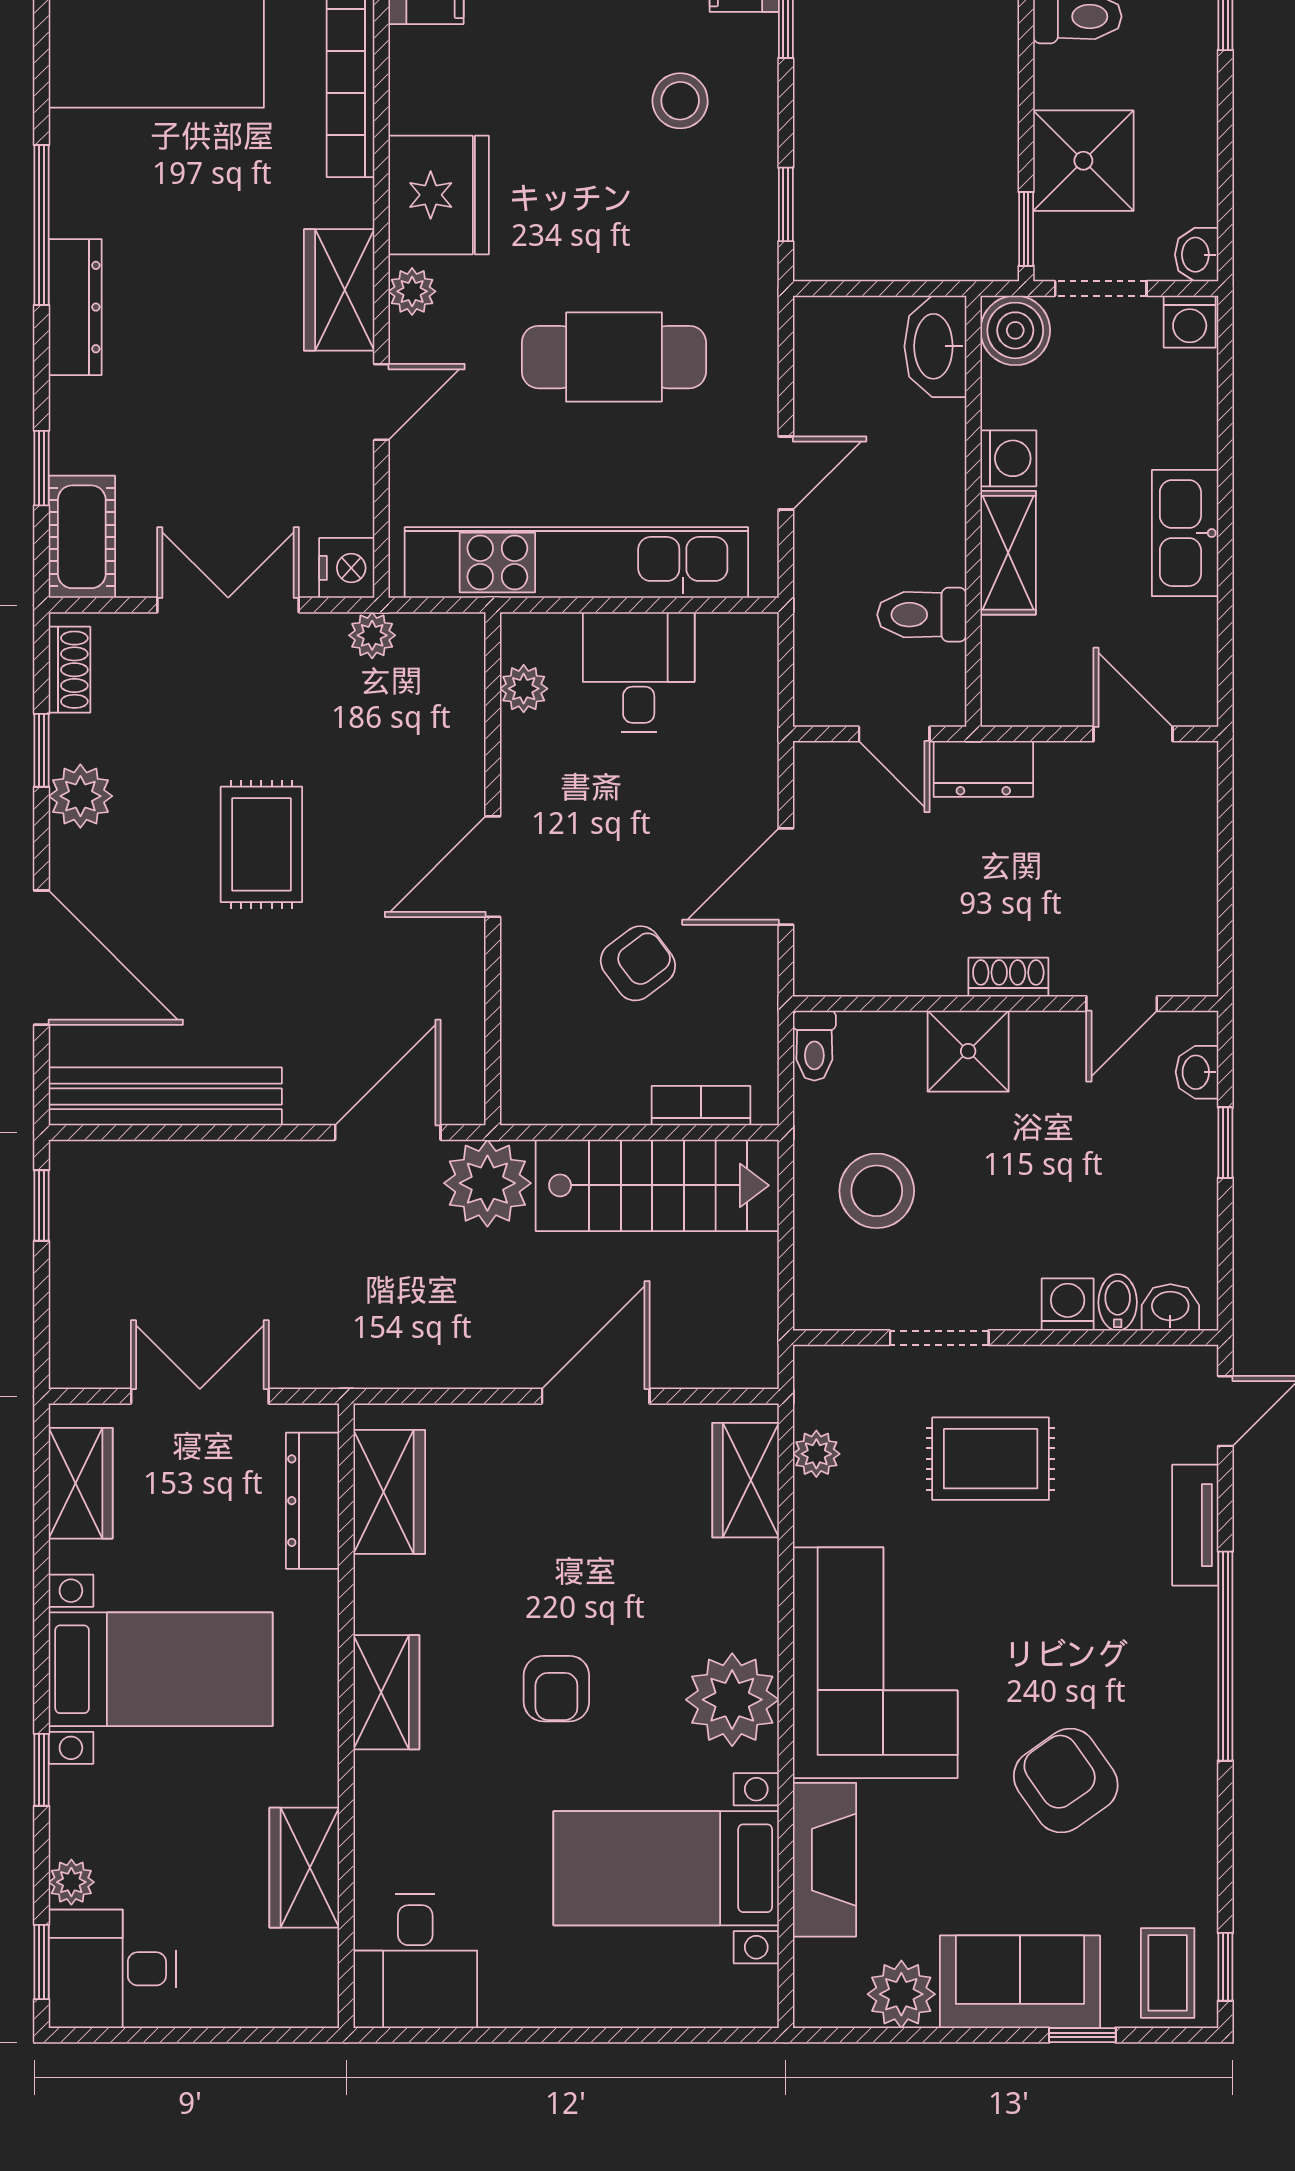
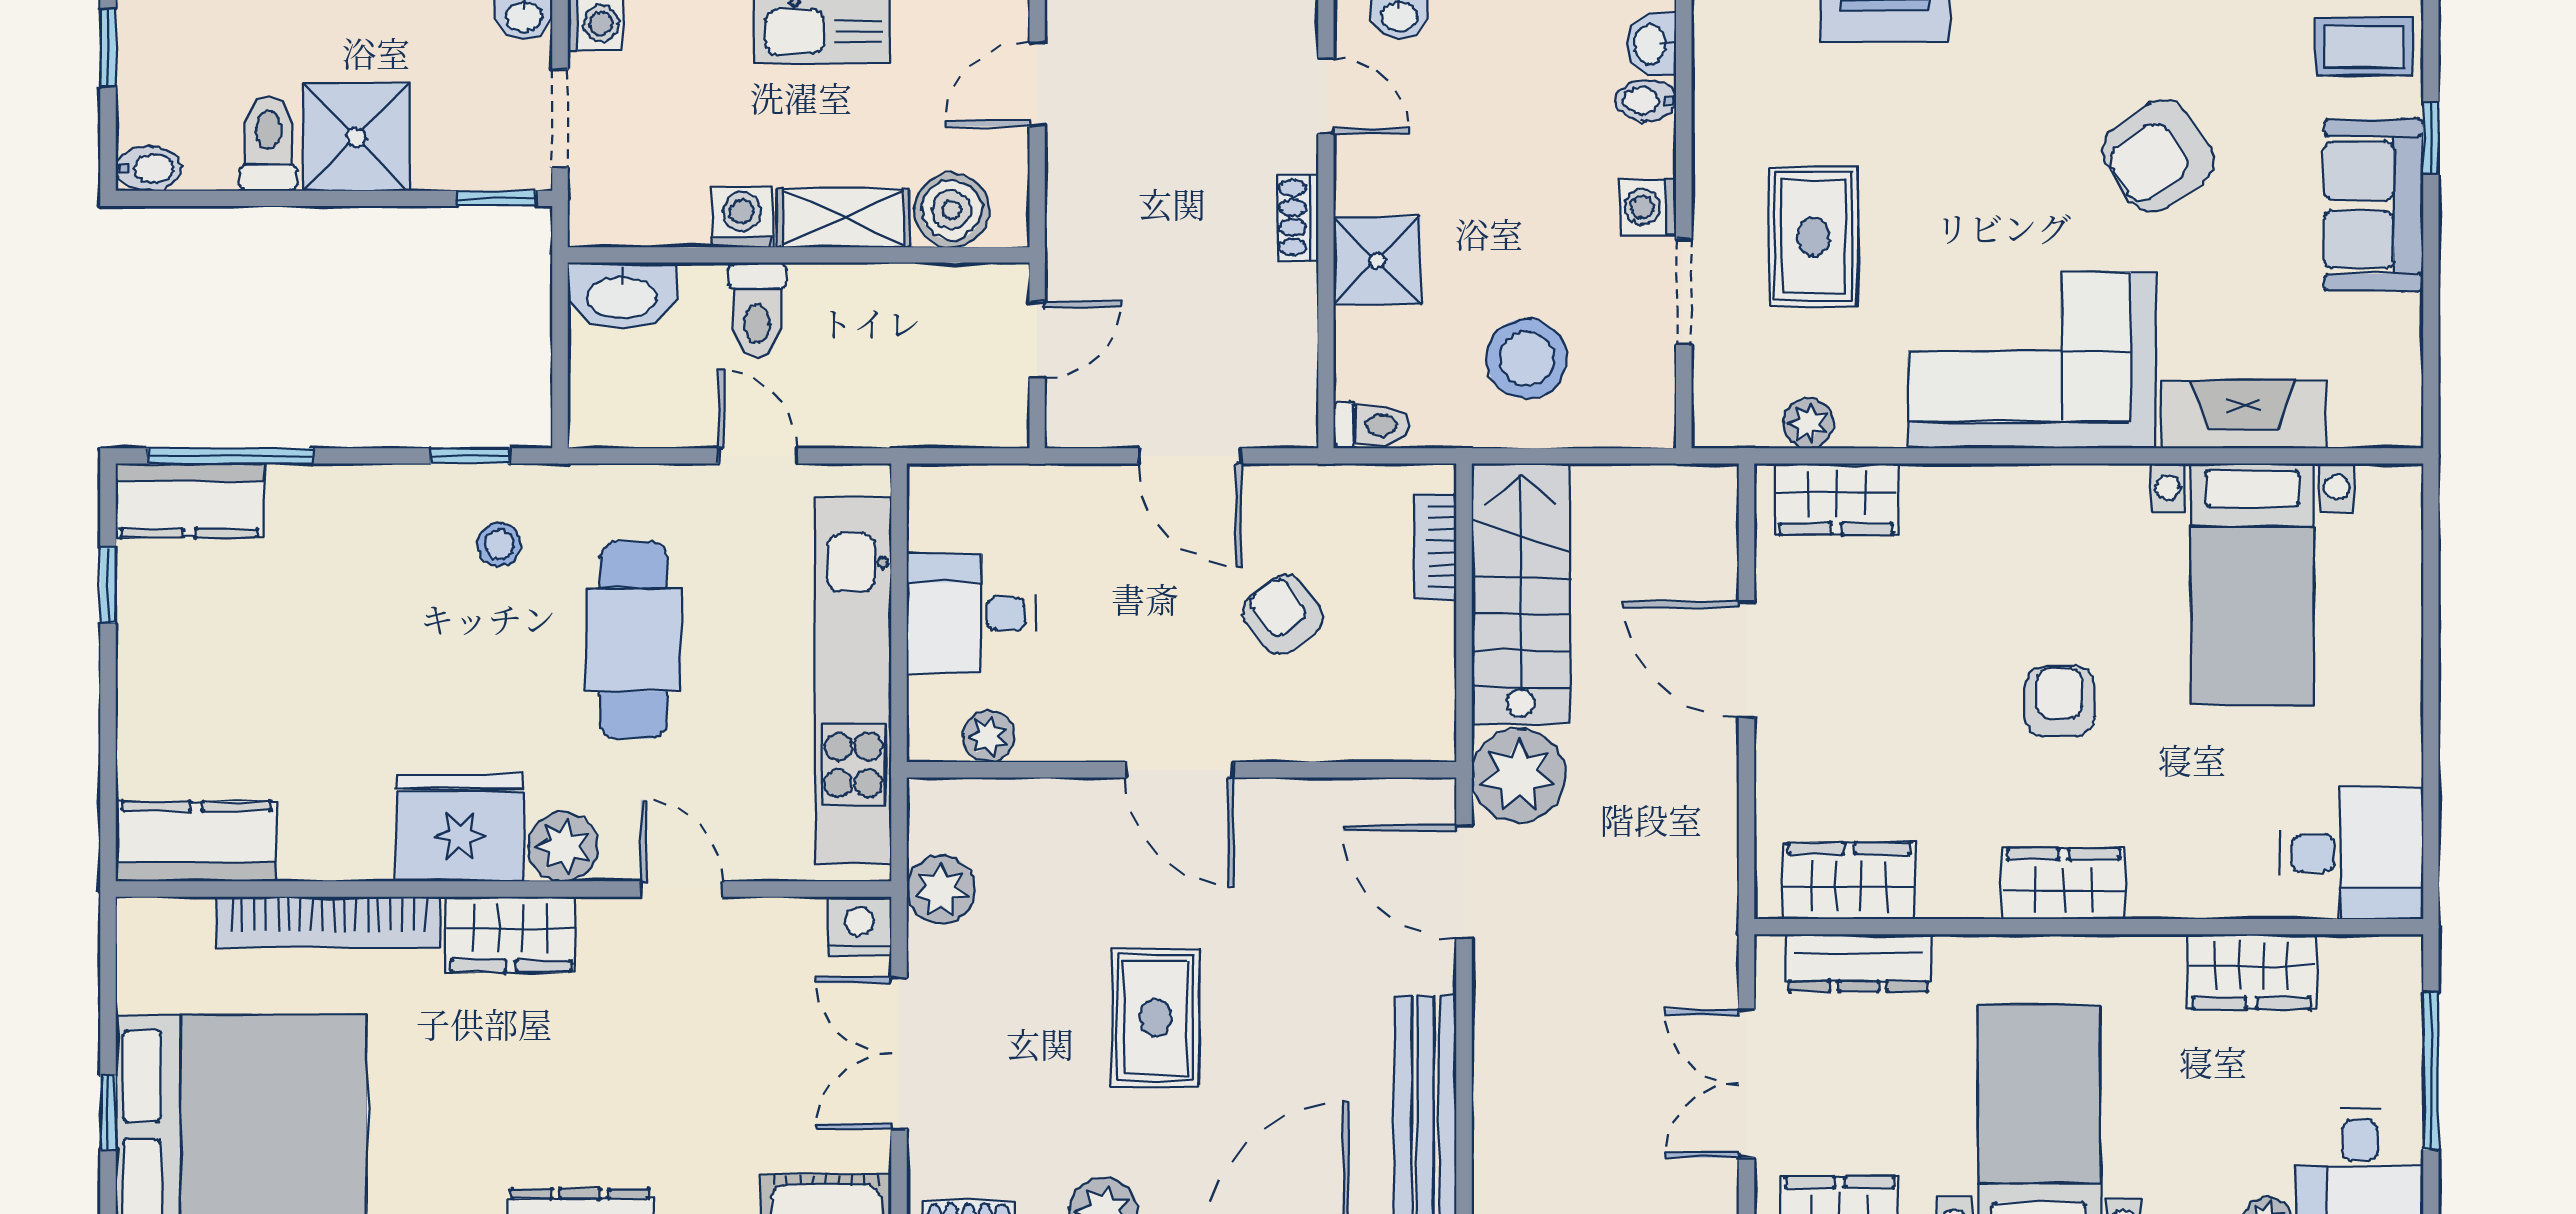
stool: (680, 101) -> (499, 544), moved, width x0.73, depth x0.73
shower: (1083, 161) -> (356, 137), moved
wardrobe: (339, 290) -> (511, 934), moved
plant: (412, 291) -> (563, 847), width x1.38, depth x1.38
boiler: (1015, 330) -> (951, 210), moved
toilet: (922, 615) -> (757, 310), moved
plant: (372, 635) -> (941, 890), width x1.38, depth x1.38
dresser: (983, 769) -> (1075, 244), removed
rug: (261, 844) -> (1155, 1018), turned 90
washing machine: (1068, 1304) -> (1648, 207), moved
armchair: (556, 1689) -> (2060, 702), turned -90
plant: (732, 1700) -> (2072, 513), removed
plant: (901, 1994) -> (2387, 332), removed
window: (211, 2035) -> (2431, 1071), added

